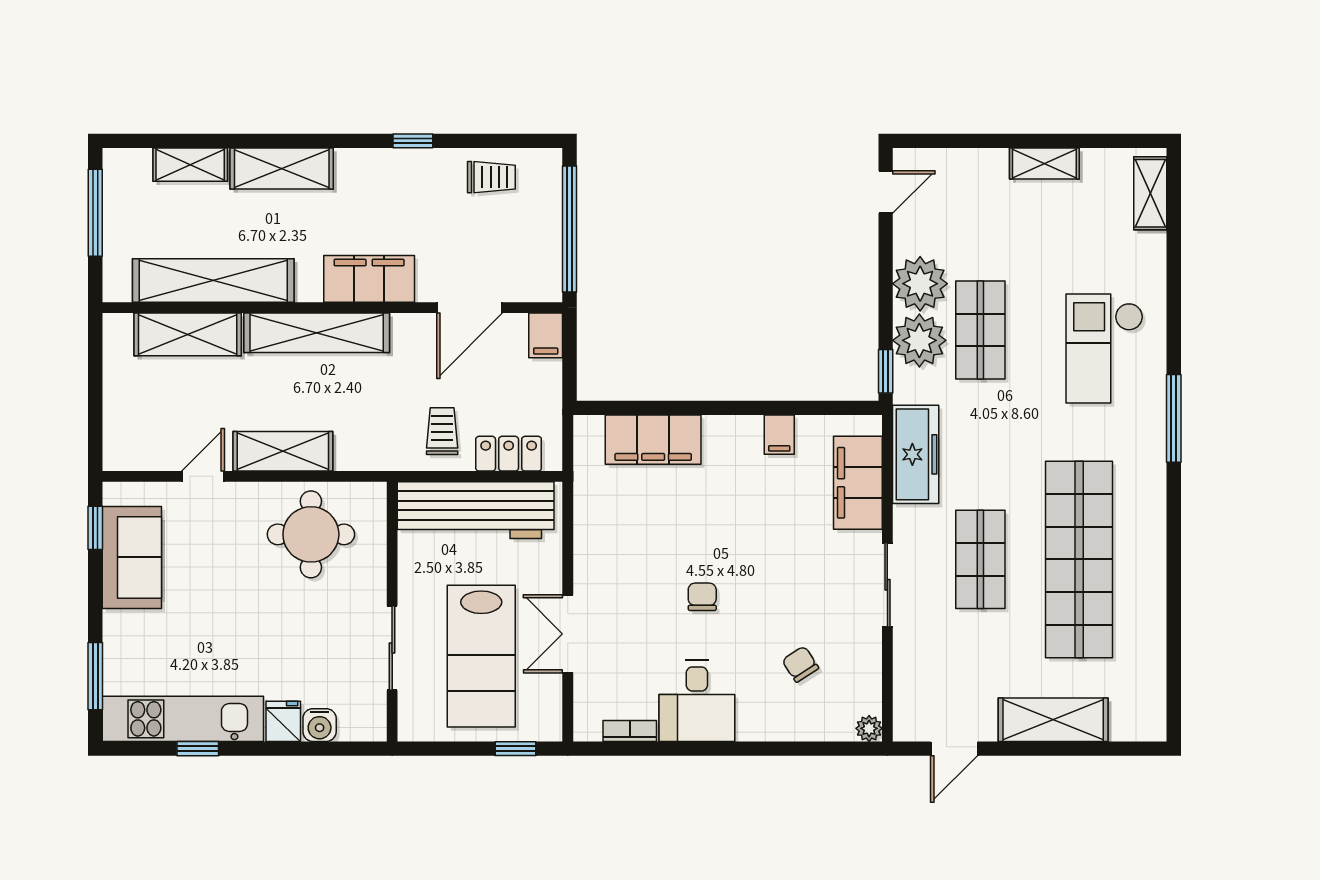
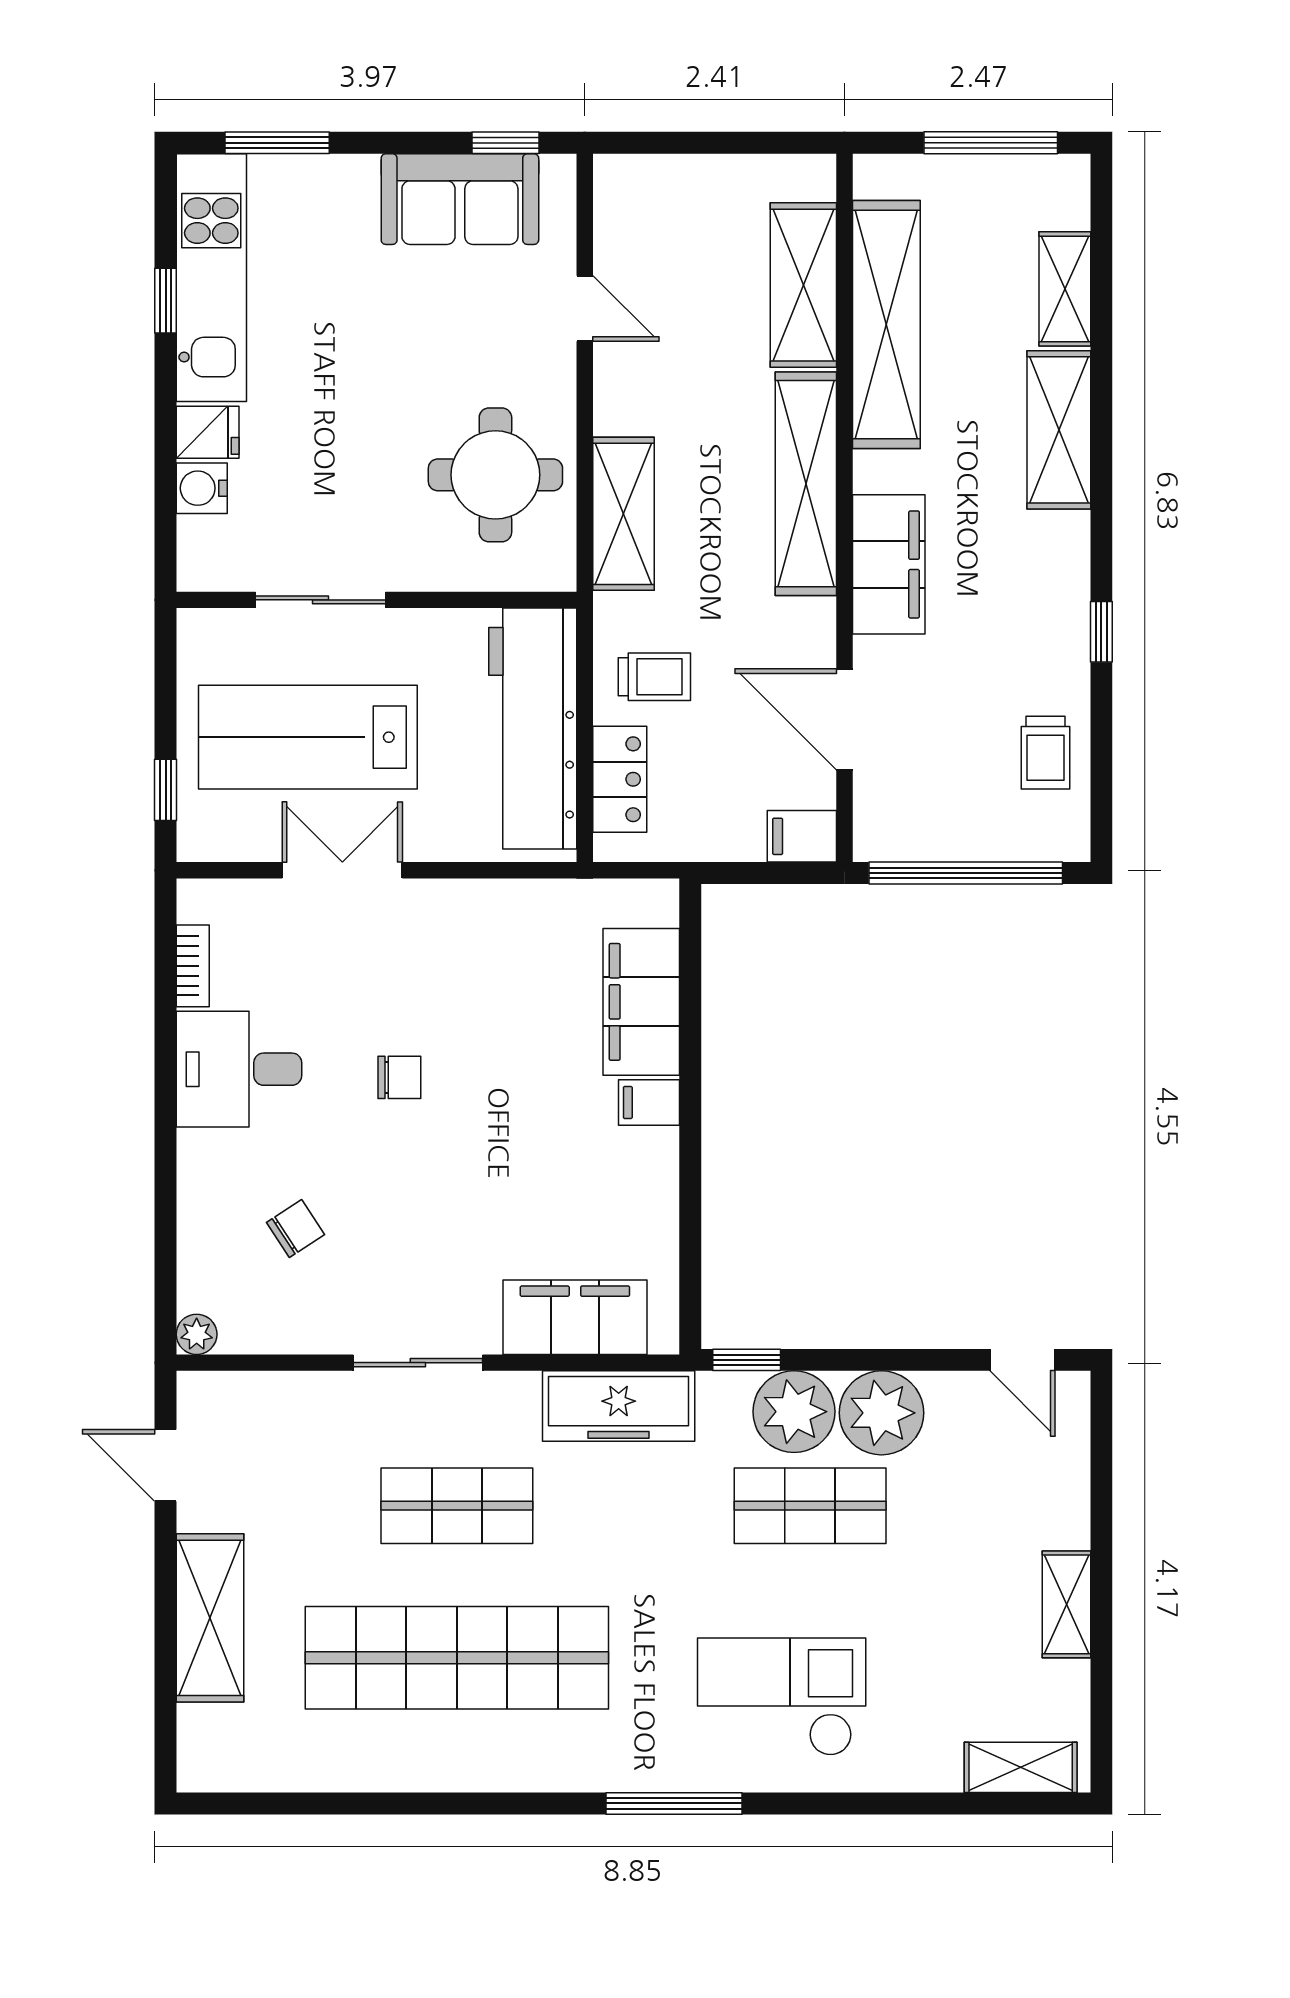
filing cabinet: (779, 435) -> (649, 1102), moved
shelving: (283, 451) -> (624, 514), moved

